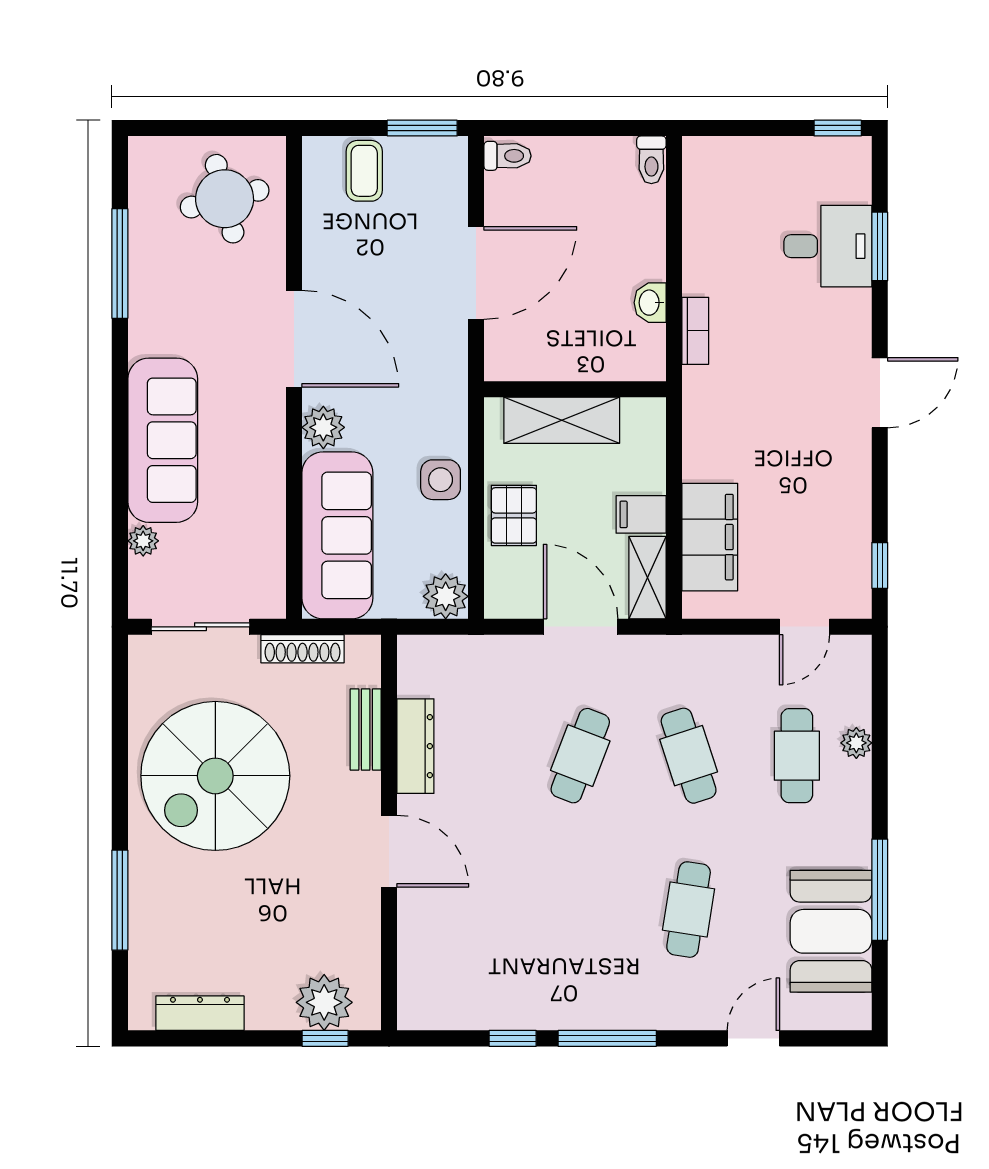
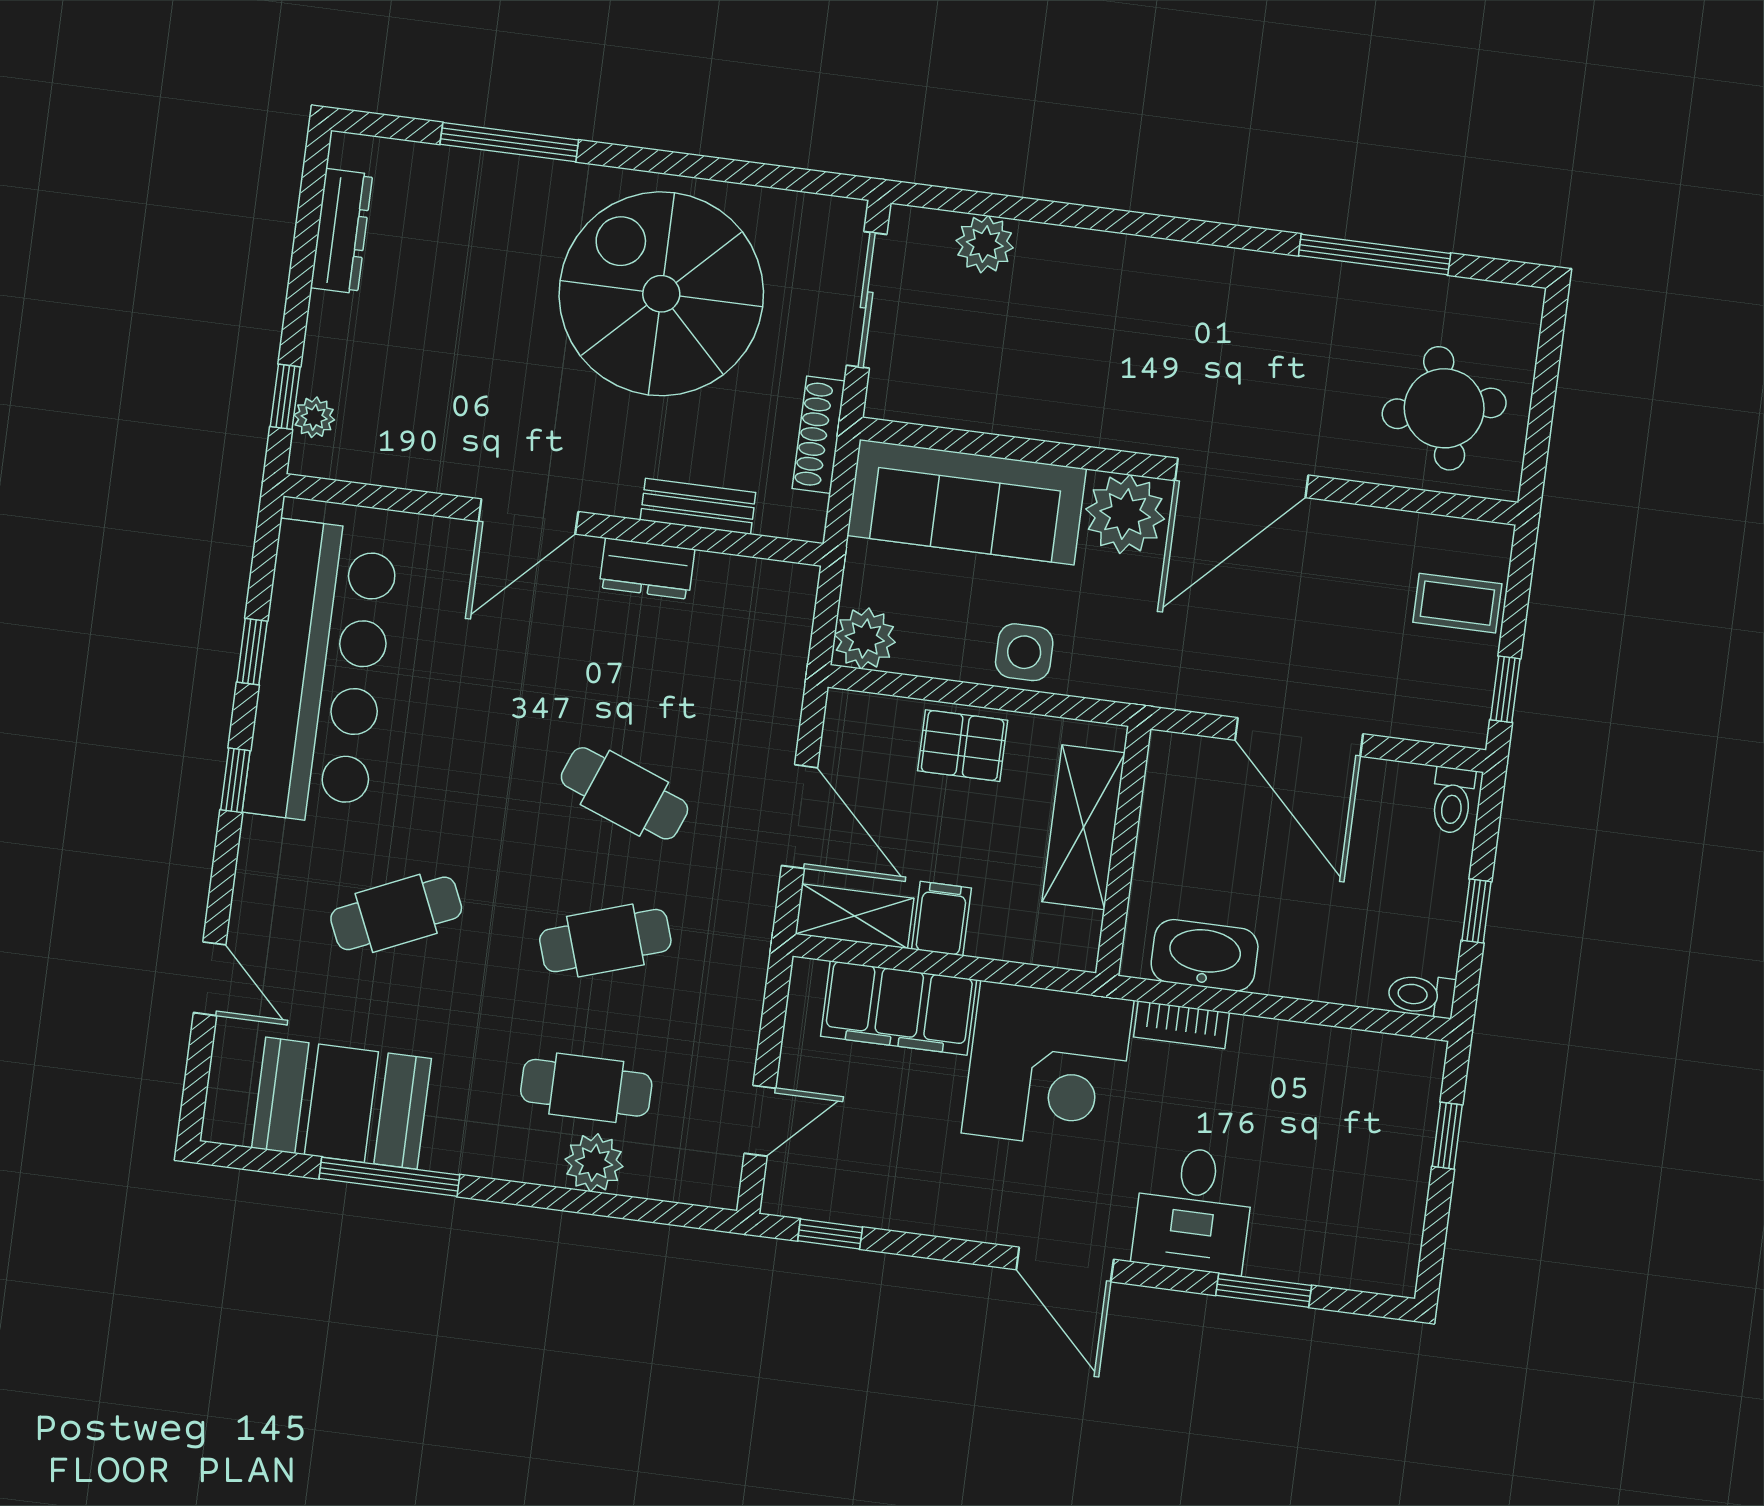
window: (422, 128) -> (1505, 689), width x0.67
window: (585, 128) -> (1476, 911), added
window: (838, 128) -> (1447, 1136), moved
desk: (828, 246) -> (1194, 1210), moved
washbasin: (650, 303) -> (1205, 955), width x1.91, depth x1.45
corner desk: (738, 424) -> (1048, 1067), added
plant: (323, 427) -> (1125, 514), width x1.36, depth x1.36
sofa: (163, 440) -> (1127, 282), removed
plant: (143, 541) -> (985, 244), width x1.38, depth x1.38
door: (581, 627) -> (800, 817), hinge flipped
door: (804, 627) -> (760, 1121), swing flipped
plant: (856, 743) -> (594, 1163), width x1.38, depth x1.38
dresser: (415, 746) -> (647, 568), width x0.70
cafe table: (689, 910) -> (396, 913), turned -33
bar counter: (522, 986) -> (321, 673), added
plant: (324, 1002) -> (314, 417), width x0.53, depth x0.53
window: (607, 1038) -> (235, 780), width x0.46

